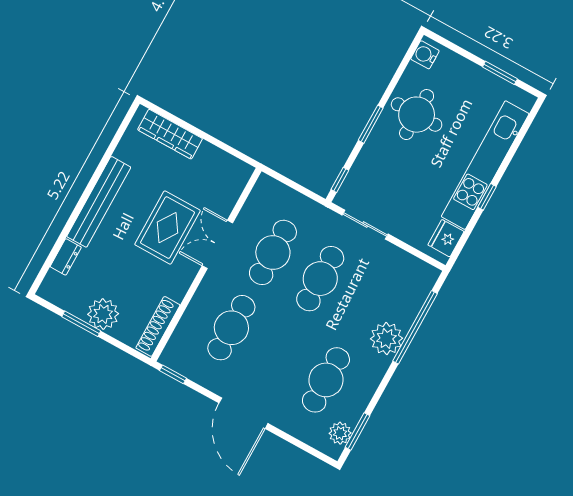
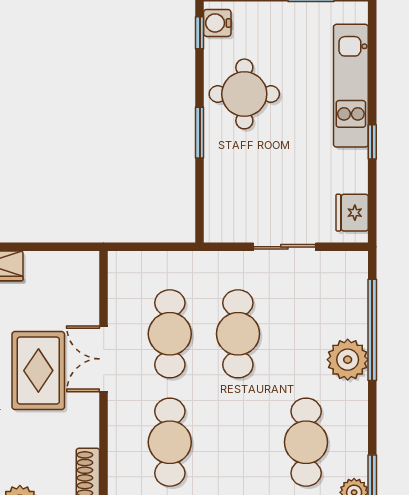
kitchen unit: (485, 165) -> (351, 86), width x0.73
window: (340, 180) -> (200, 33), moved
sliding door: (365, 225) -> (284, 247), moved

